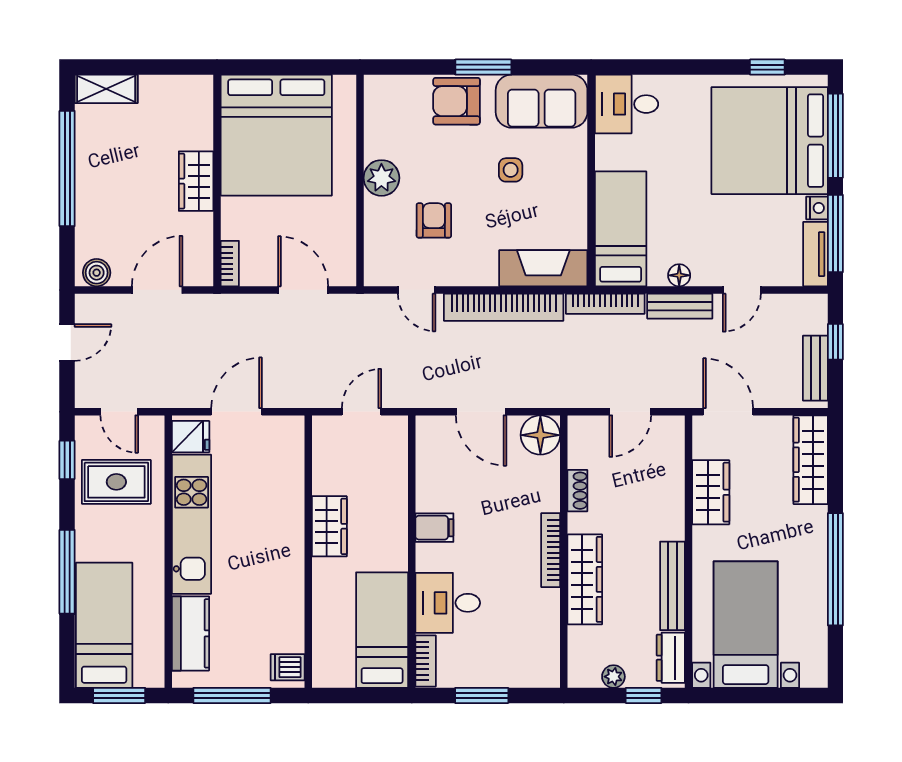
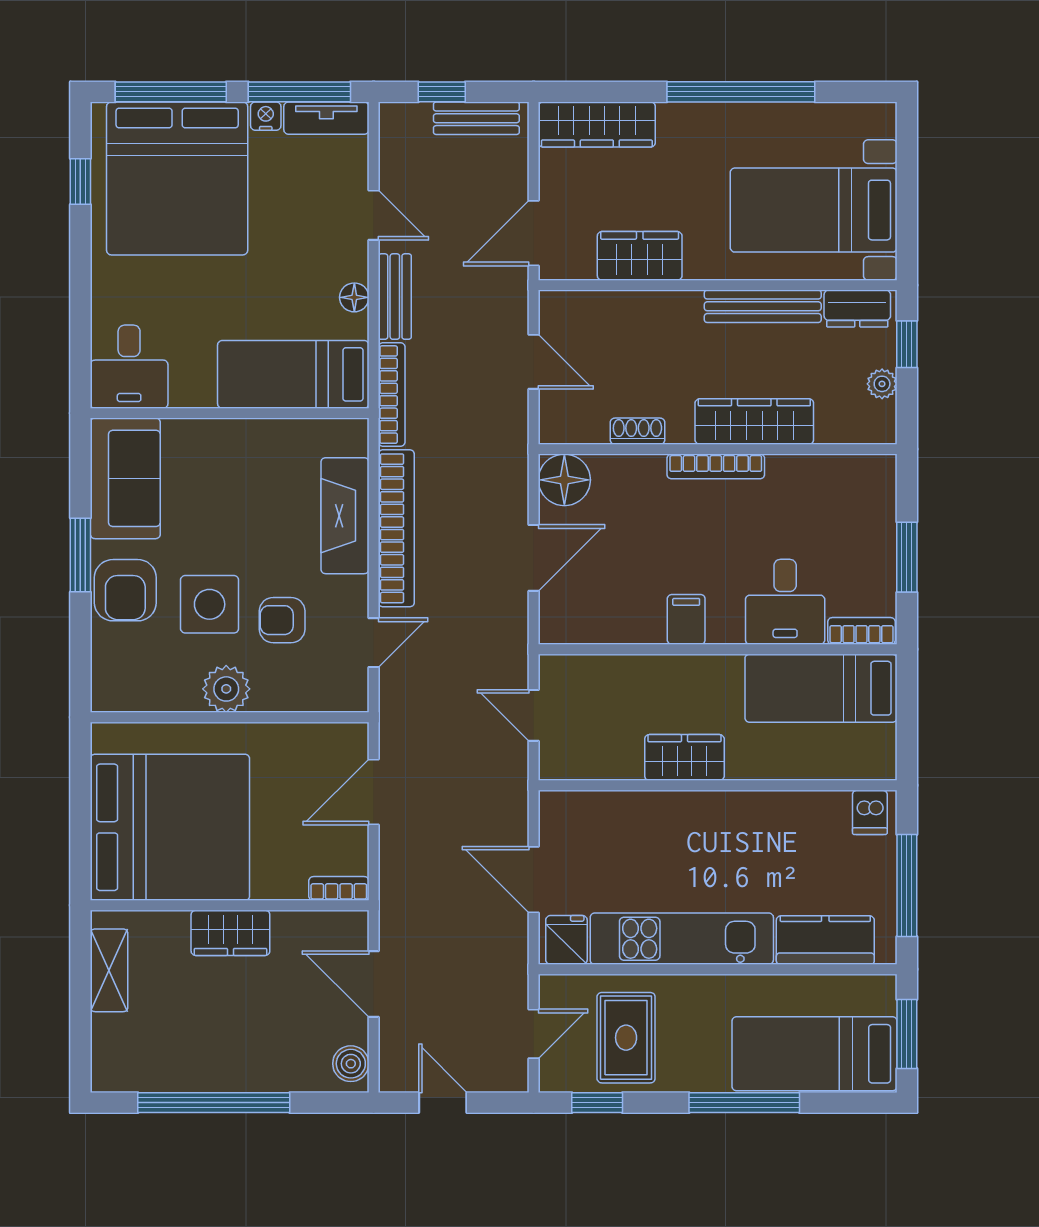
shelving: (106, 89) -> (109, 970), moved
side table: (511, 170) -> (210, 604), moved, width x1.87, depth x1.87
fireplace: (543, 268) -> (345, 516), moved

